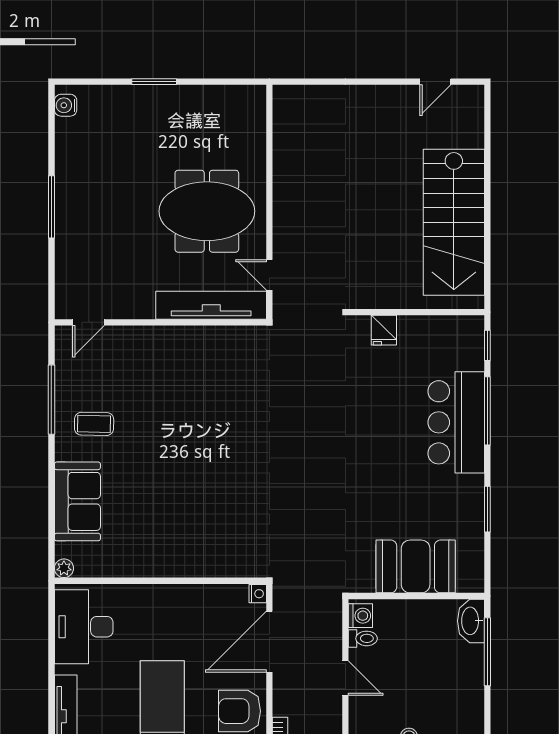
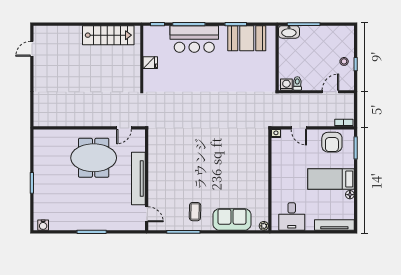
door: (435, 82) -> (32, 49), swing flipped
meeting table: (207, 211) -> (94, 158), turned 90
stairs: (454, 222) -> (108, 35), width x0.73, depth x0.66
tv unit: (211, 305) -> (138, 179), moved
fridge: (384, 330) -> (150, 63), moved
booth: (416, 566) -> (247, 38), moved, turned 90
desk: (84, 627) -> (292, 216), width x0.73
door: (269, 642) -> (299, 128), width x0.53
door: (345, 678) -> (330, 92), moved

